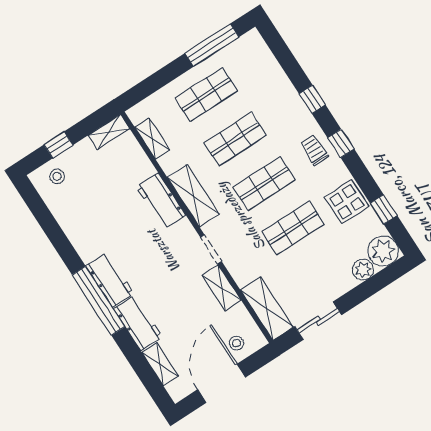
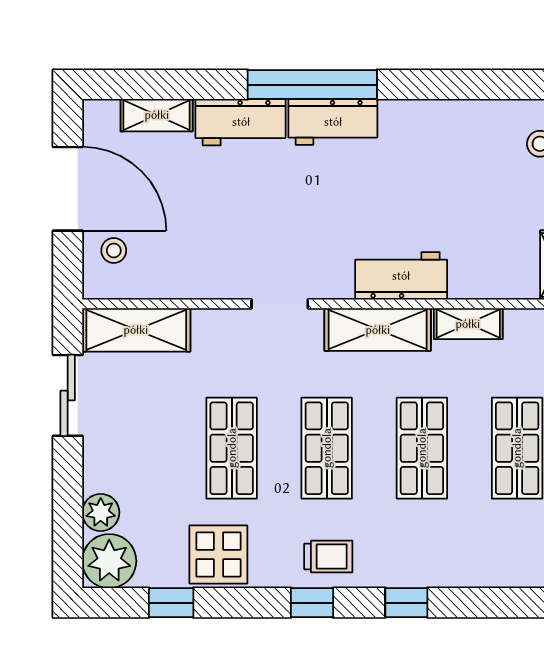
shelving: (152, 139) -> (468, 324), moved
shelving: (222, 288) -> (212, 282), removed

